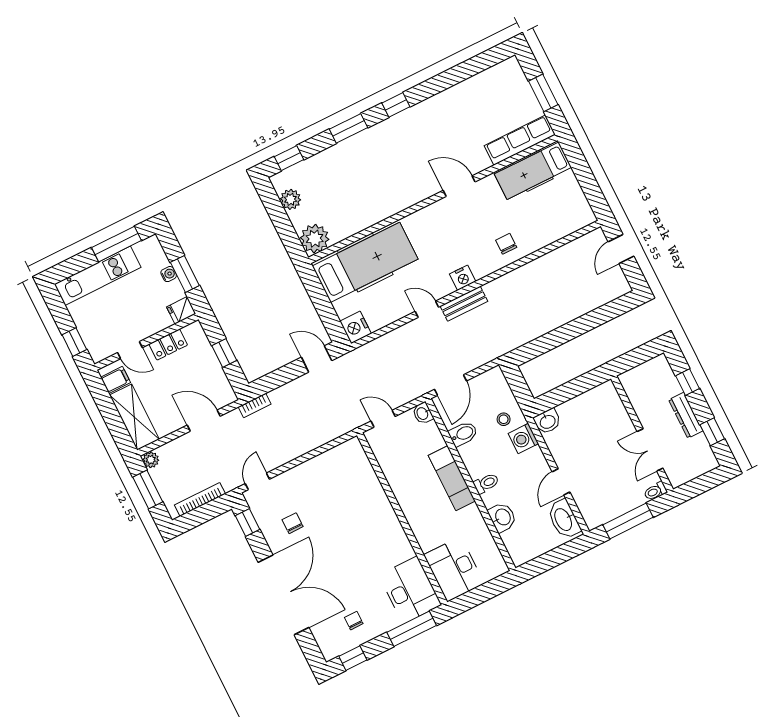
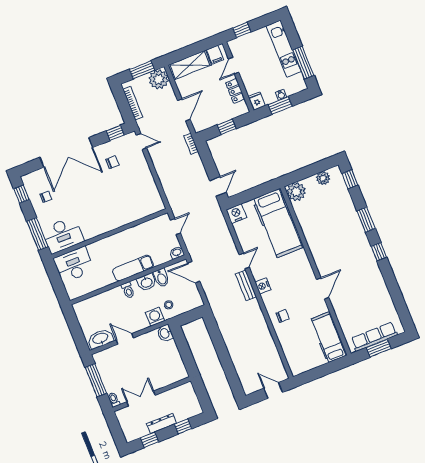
row of seats: (520, 140) -> (374, 337), moved, turned -90
plant: (151, 460) -> (159, 79), width x1.88, depth x1.88
washbasin: (502, 517) -> (147, 282), moved

